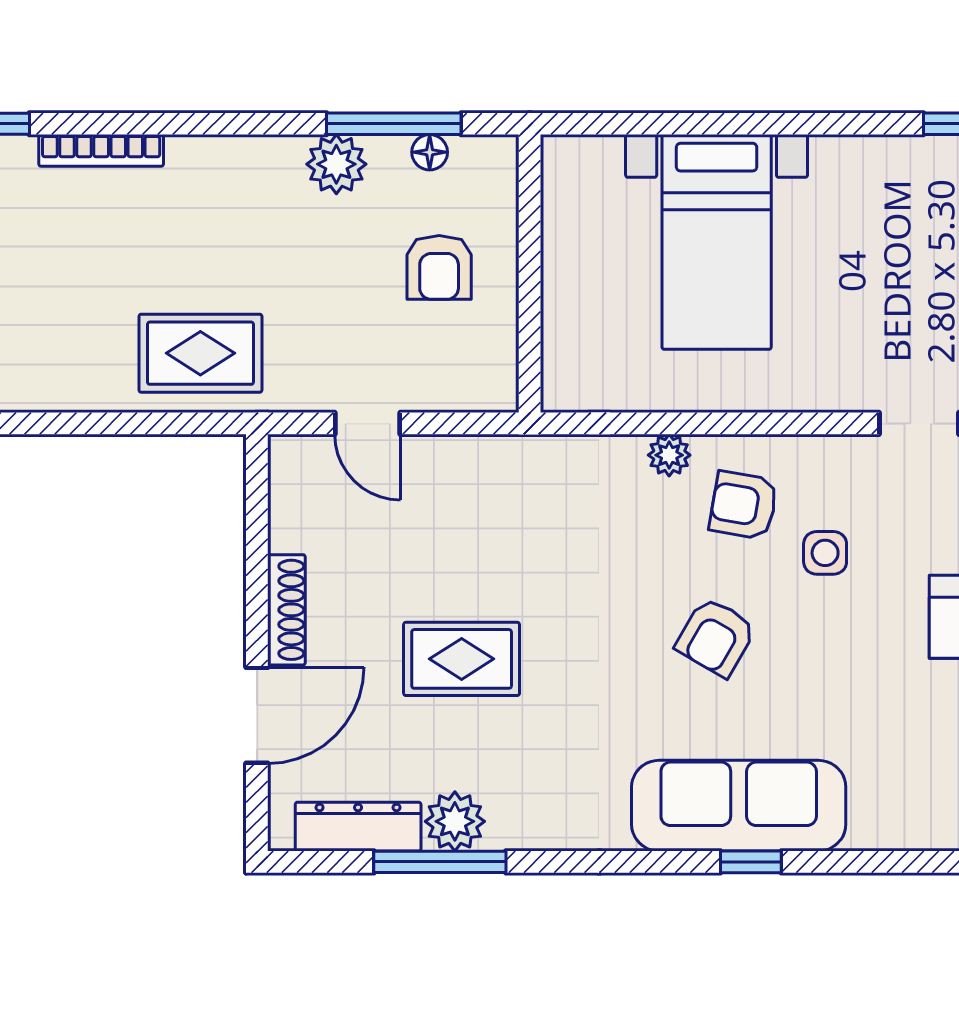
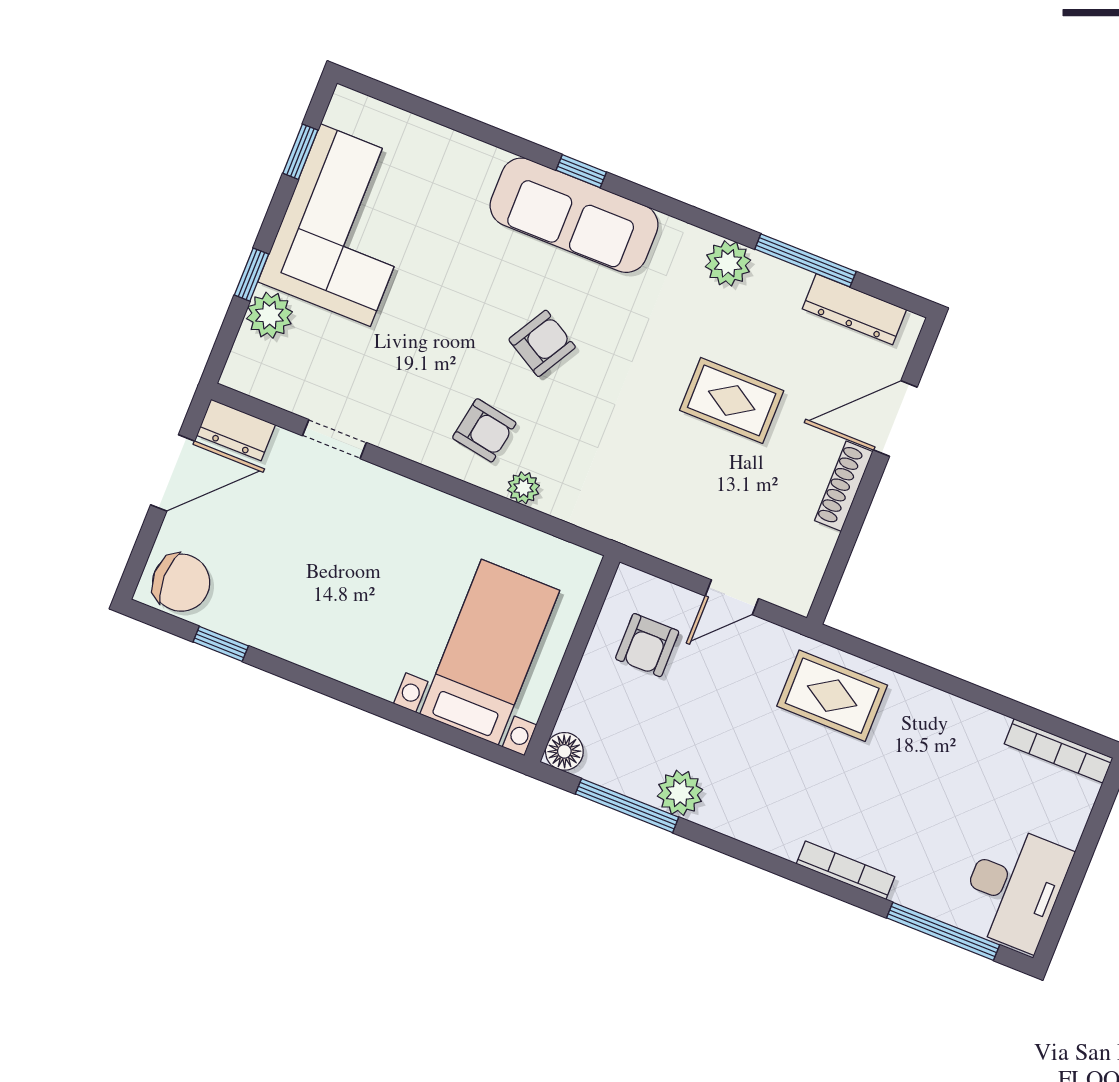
floor lamp: (430, 152) -> (564, 751), moved, width x1.37, depth x1.37
bed with nightstands: (717, 242) -> (490, 652), moved
armchair: (439, 267) -> (647, 645), moved, turned 180
door: (367, 423) -> (732, 597), swing flipped
side table: (825, 553) -> (439, 373), removed
plant: (455, 821) -> (728, 263), moved

